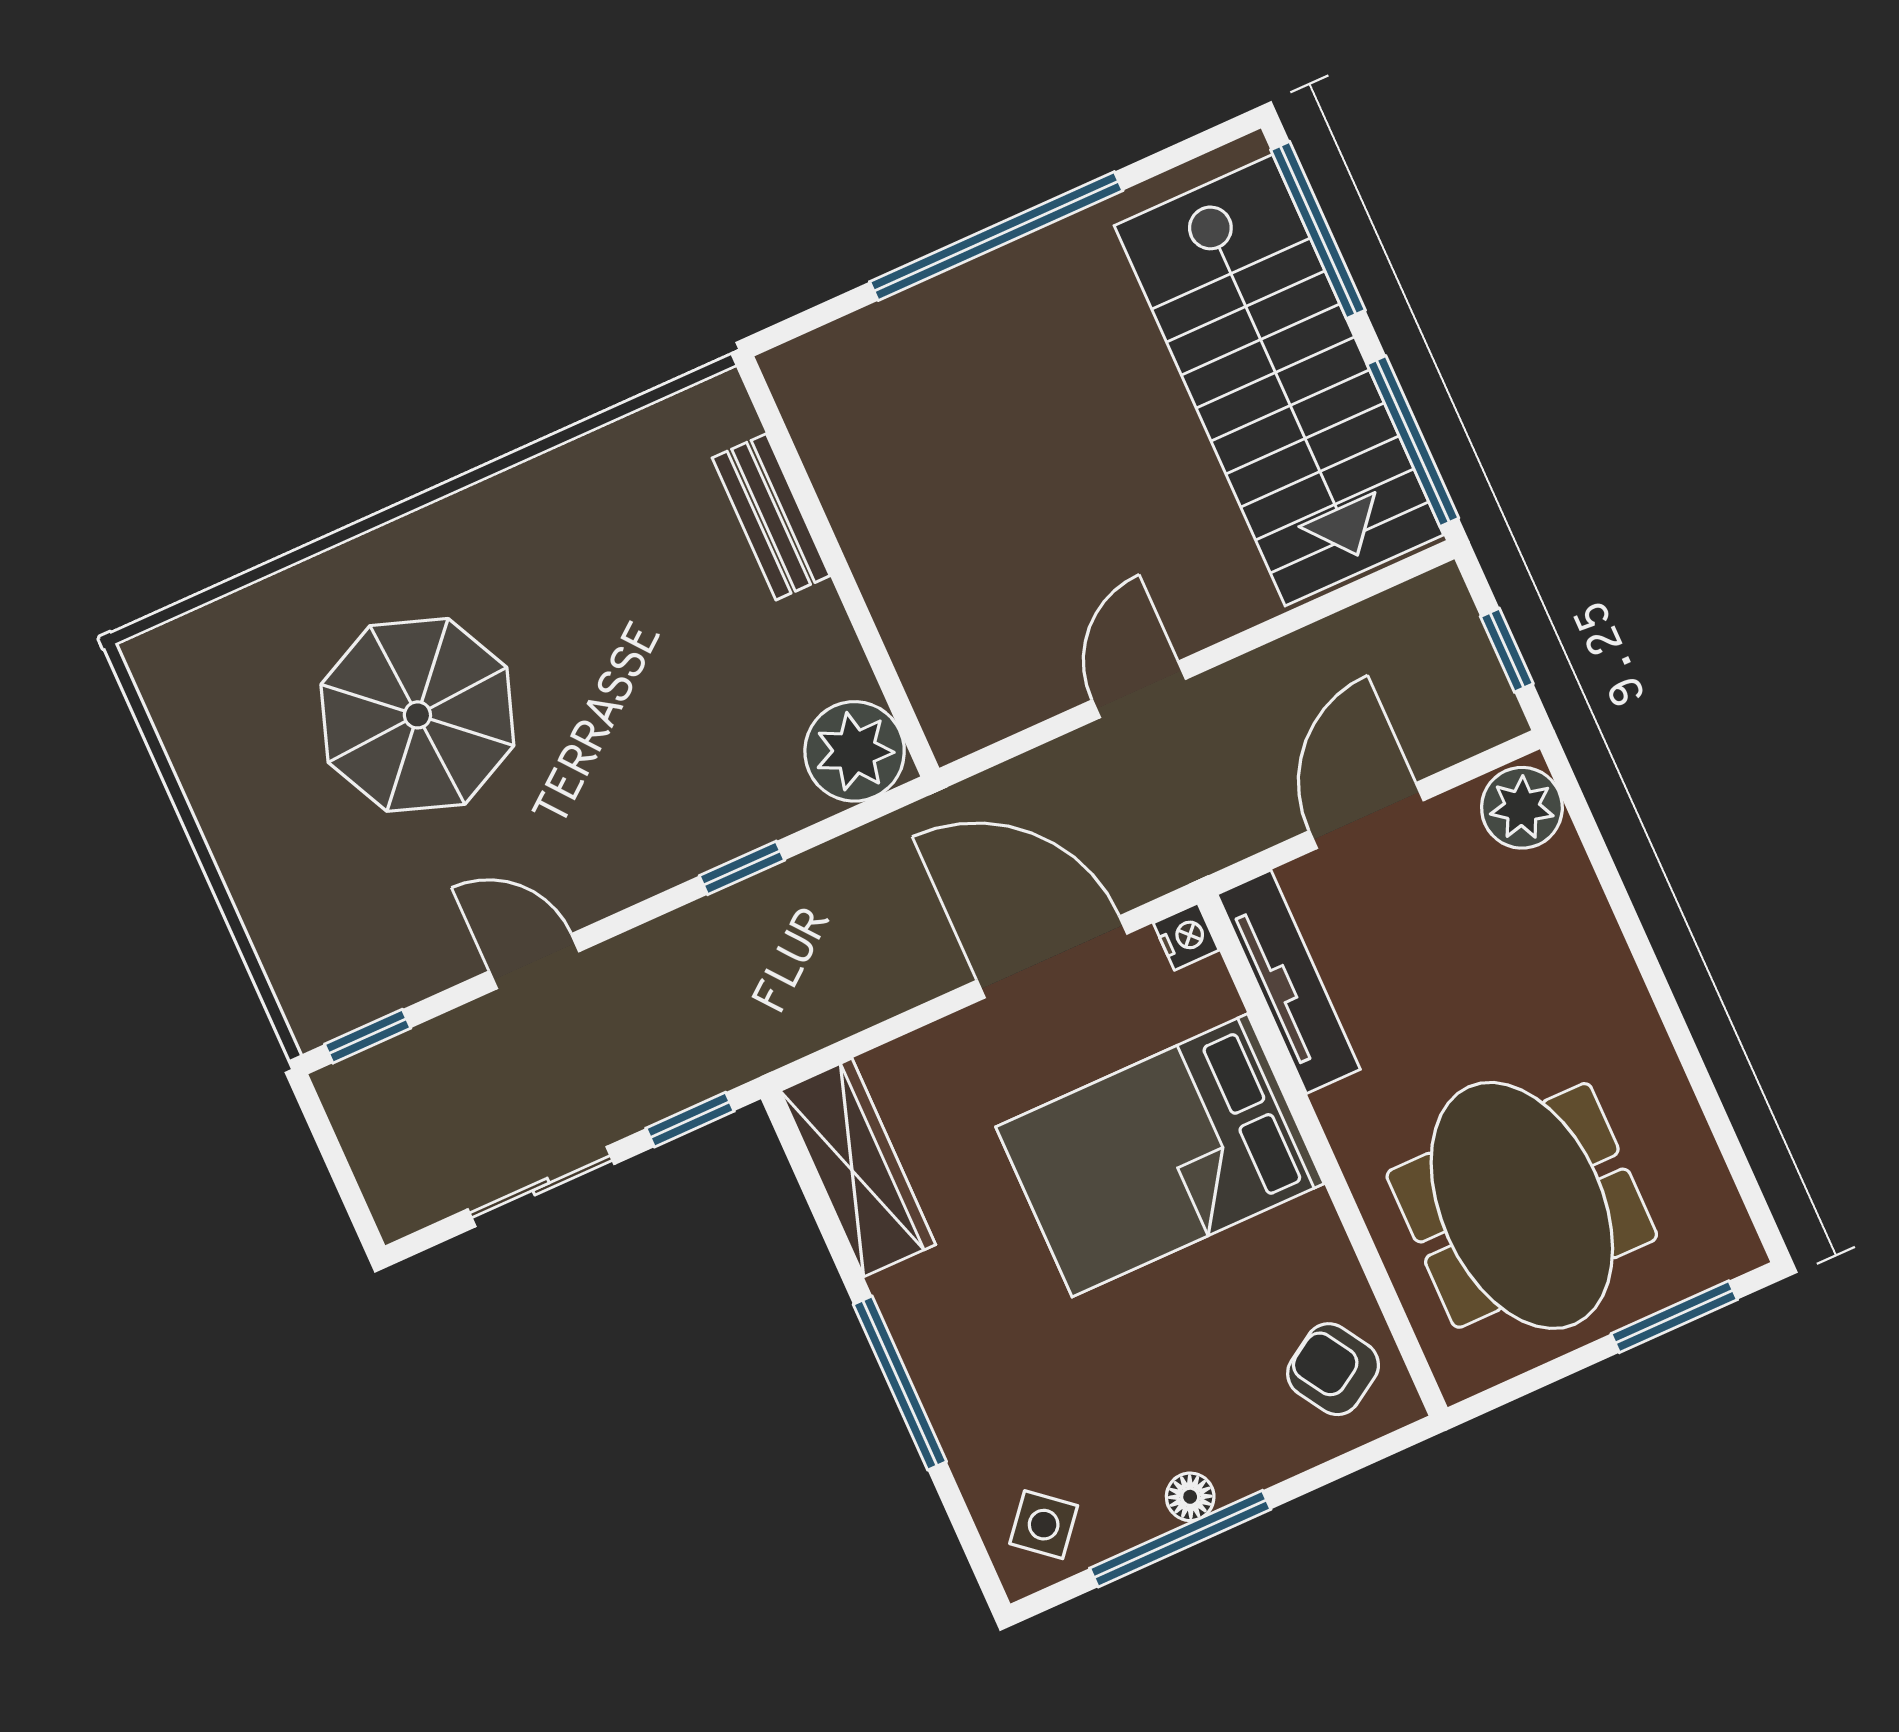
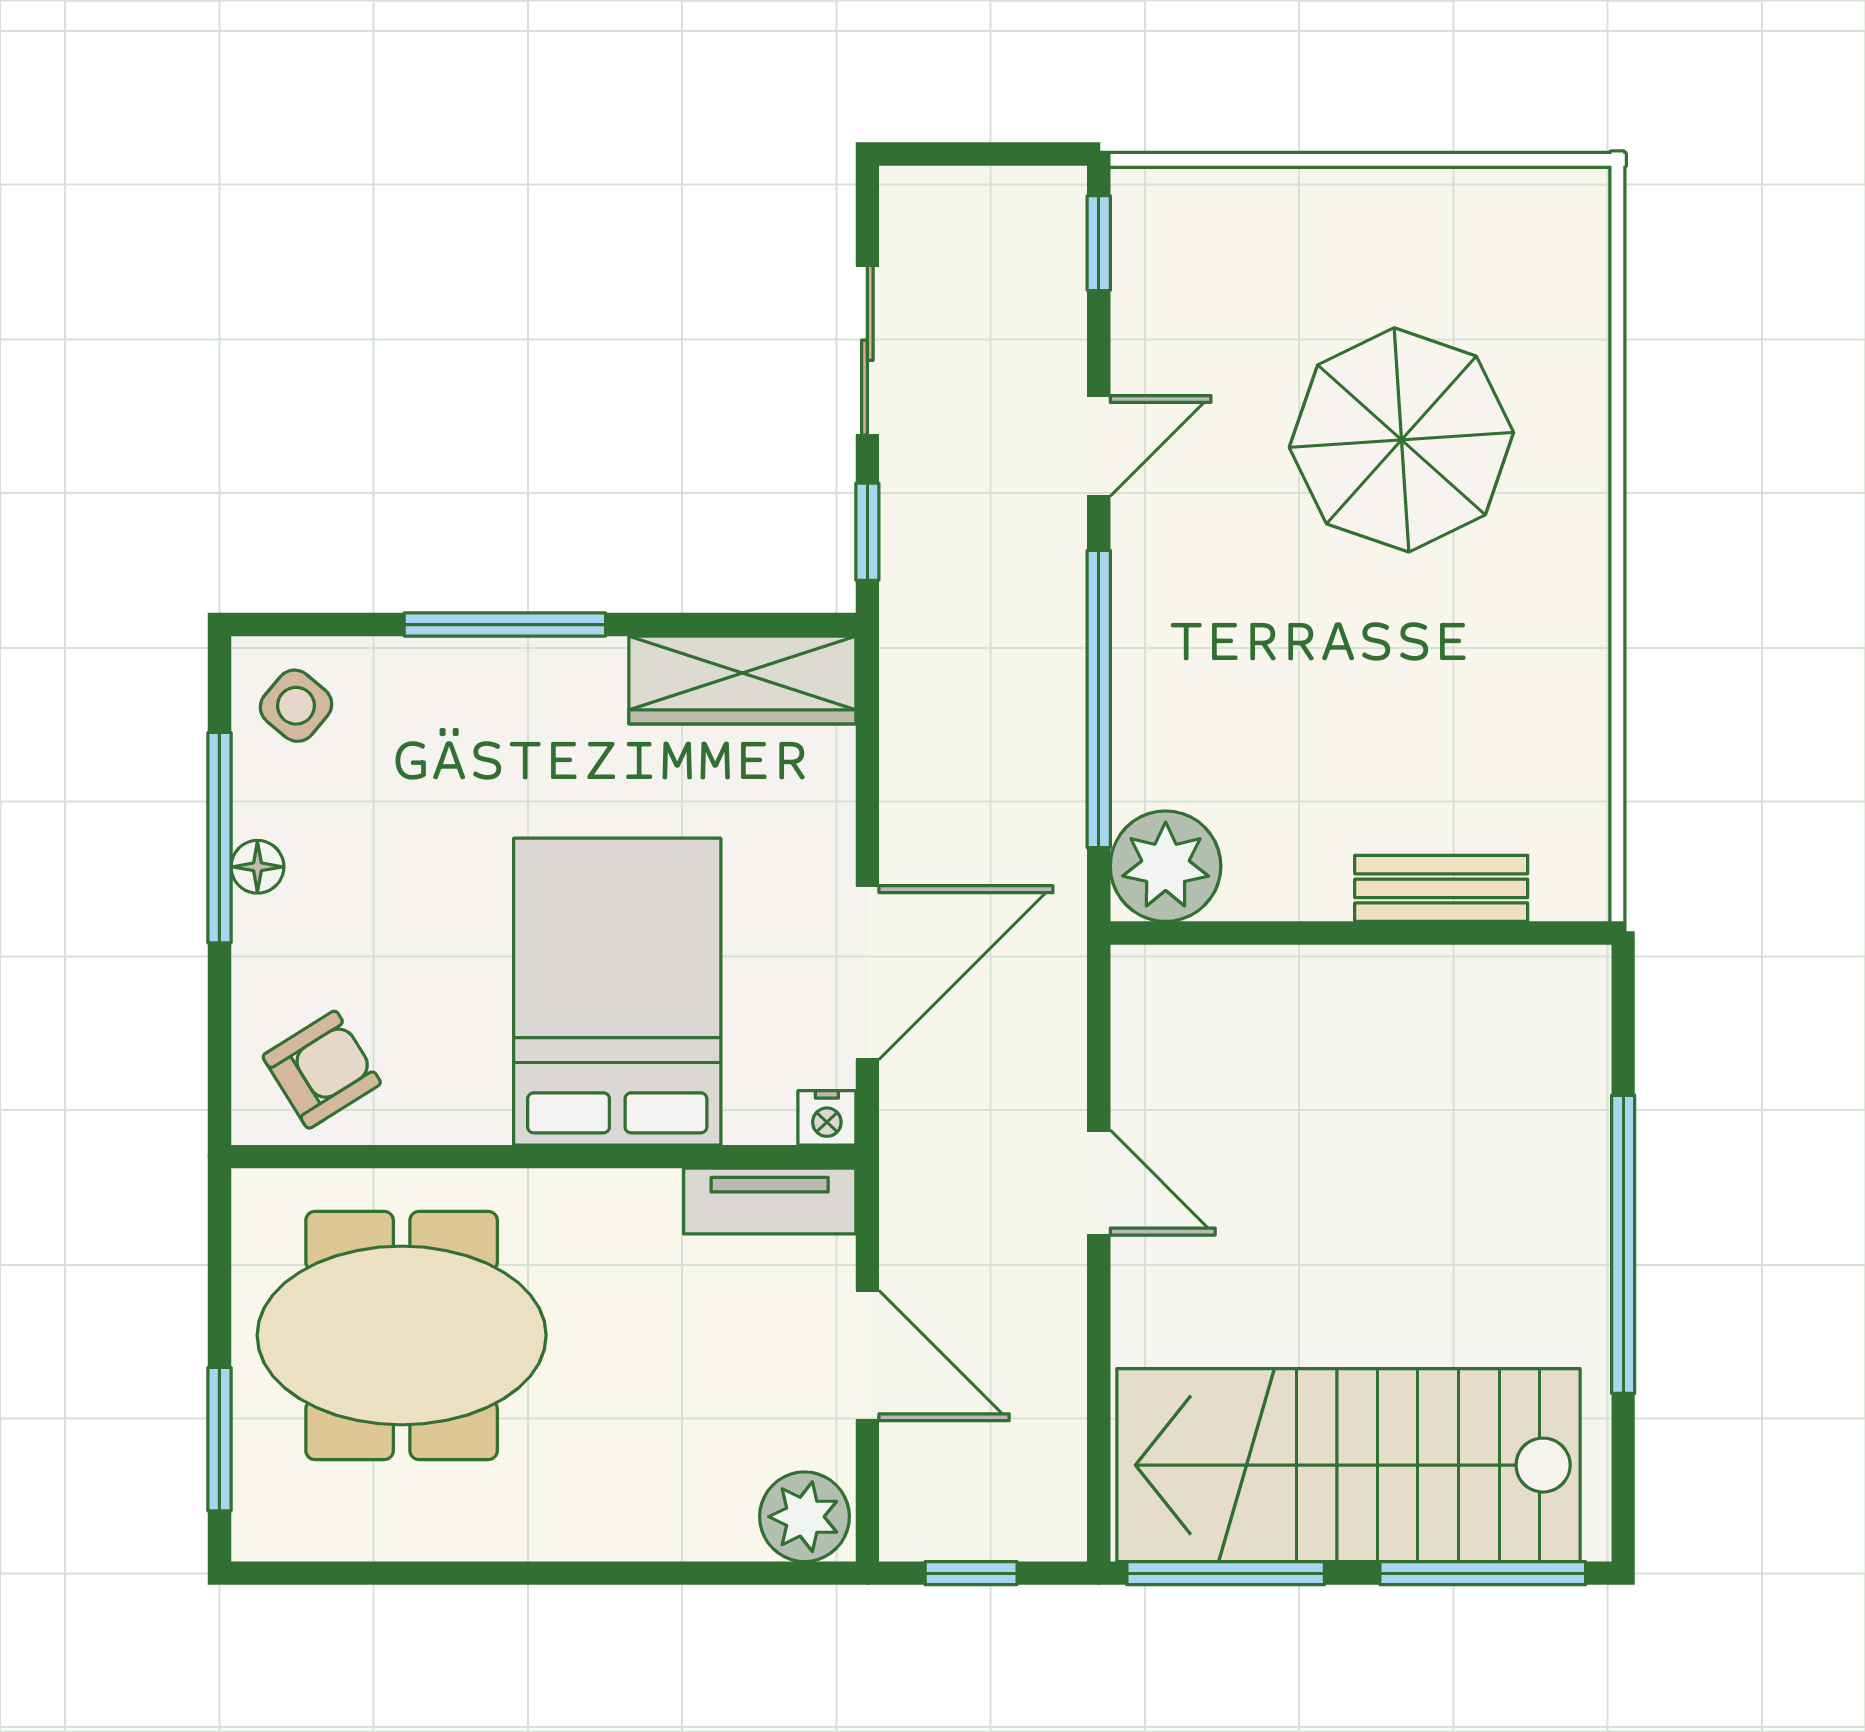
window: (742, 868) -> (1099, 699), width x3.17
tv unit: (1289, 982) -> (770, 1201), width x0.71

